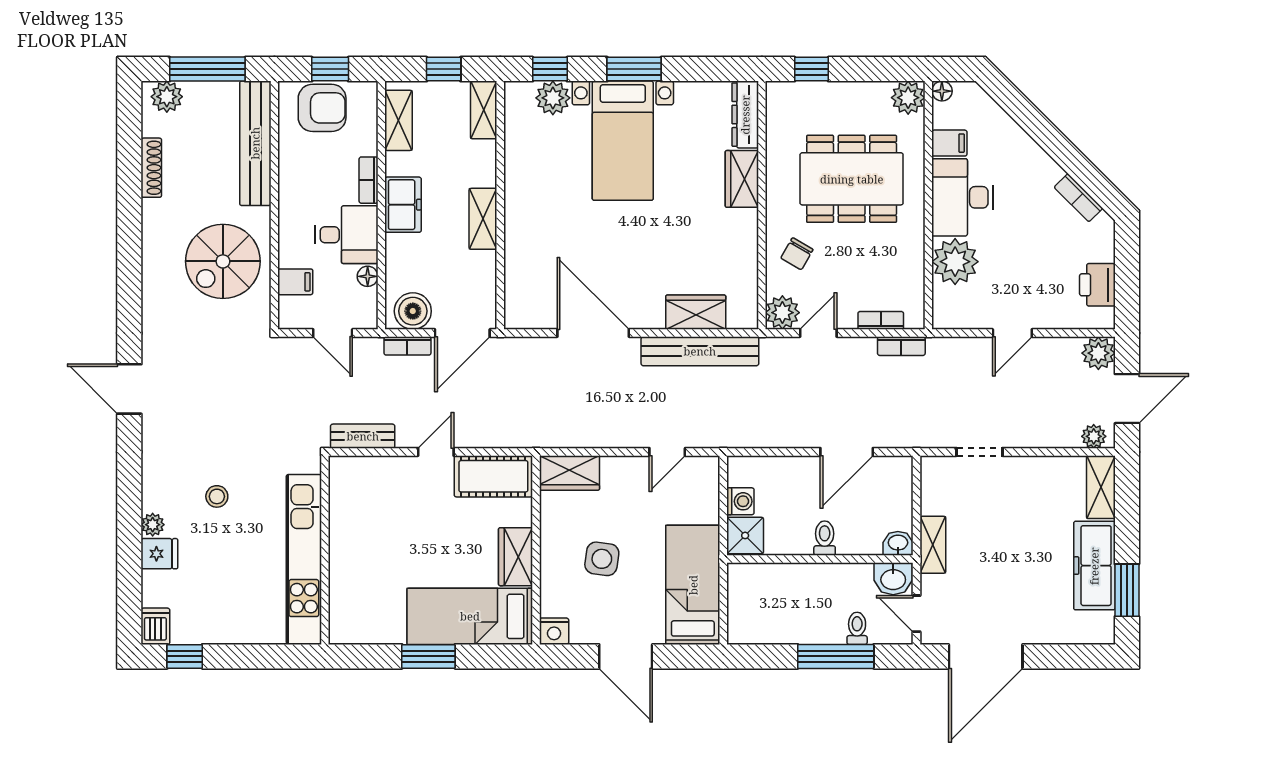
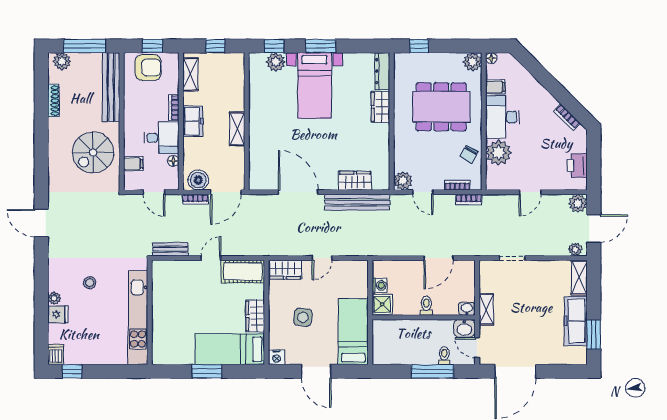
shelving: (484, 110) -> (238, 69), removed
chair: (797, 254) -> (469, 154), moved
door: (818, 333) -> (423, 192), swing flipped
door: (667, 452) -> (322, 258), moved

